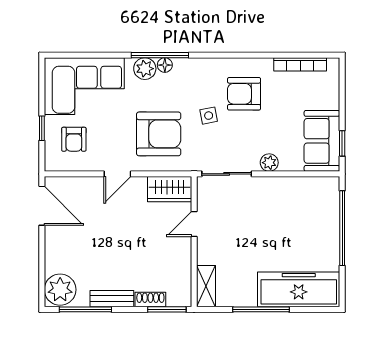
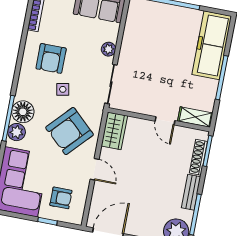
floor lamp: (165, 65) -> (23, 112), width x1.89, depth x1.89
armchair: (159, 134) -> (70, 131), turned -137
door: (194, 224) -> (165, 121), moved
shoe rack: (150, 300) -> (198, 157), width x1.43

